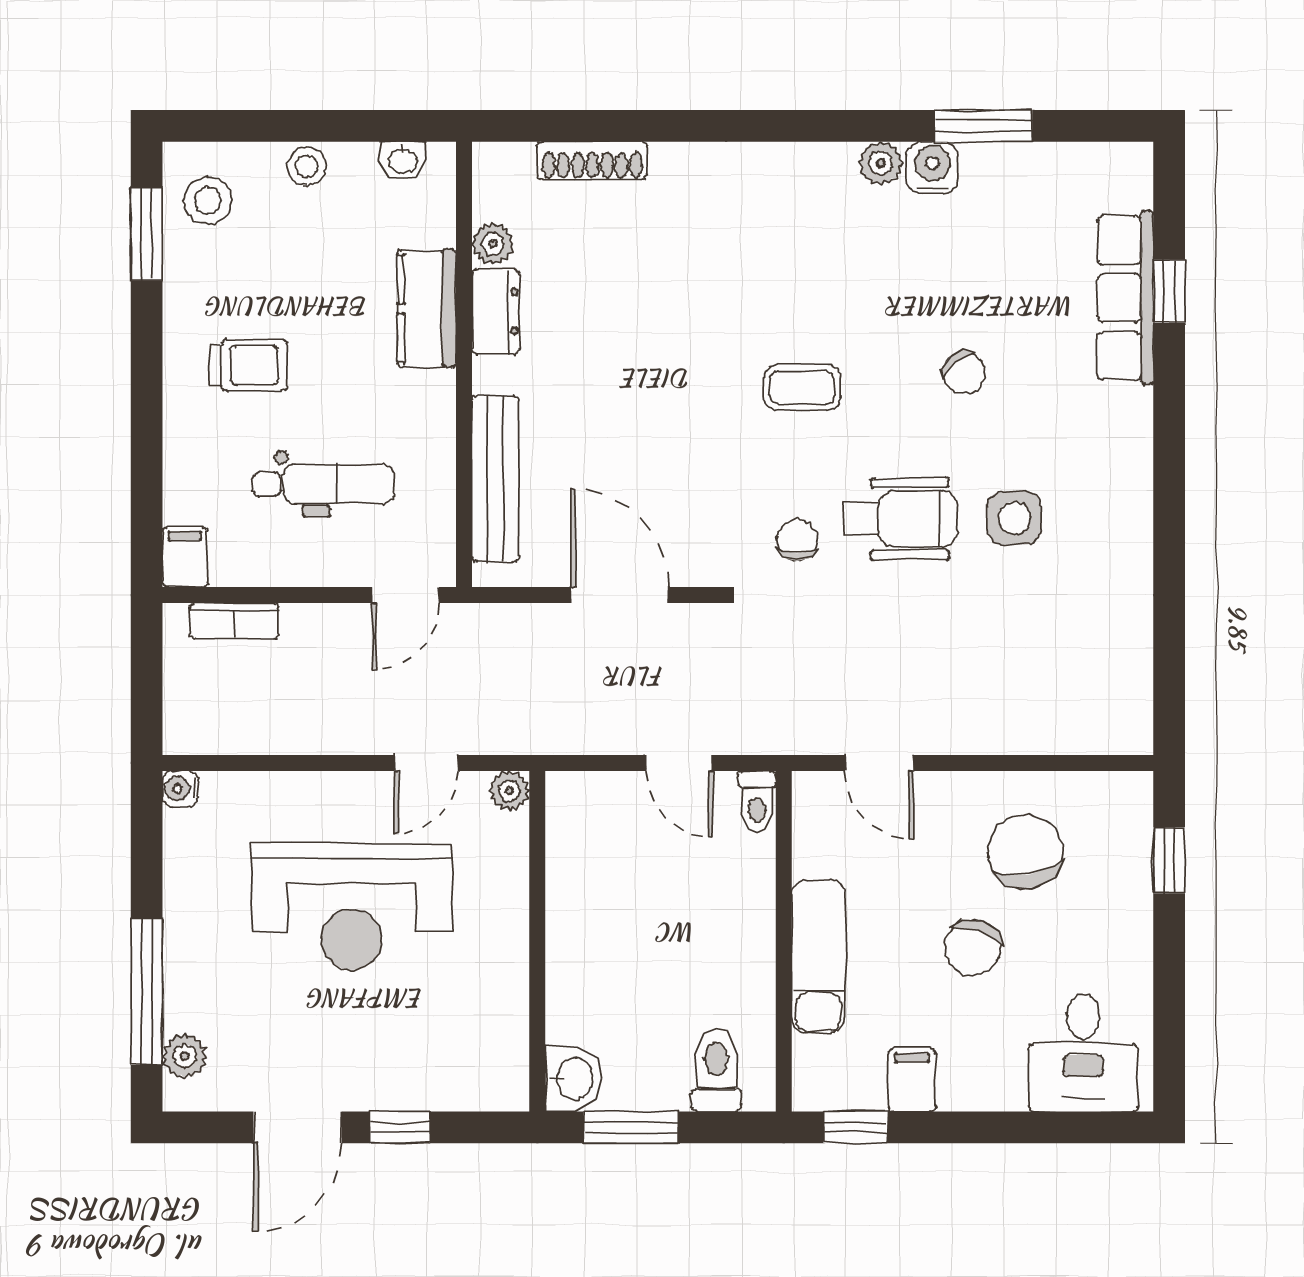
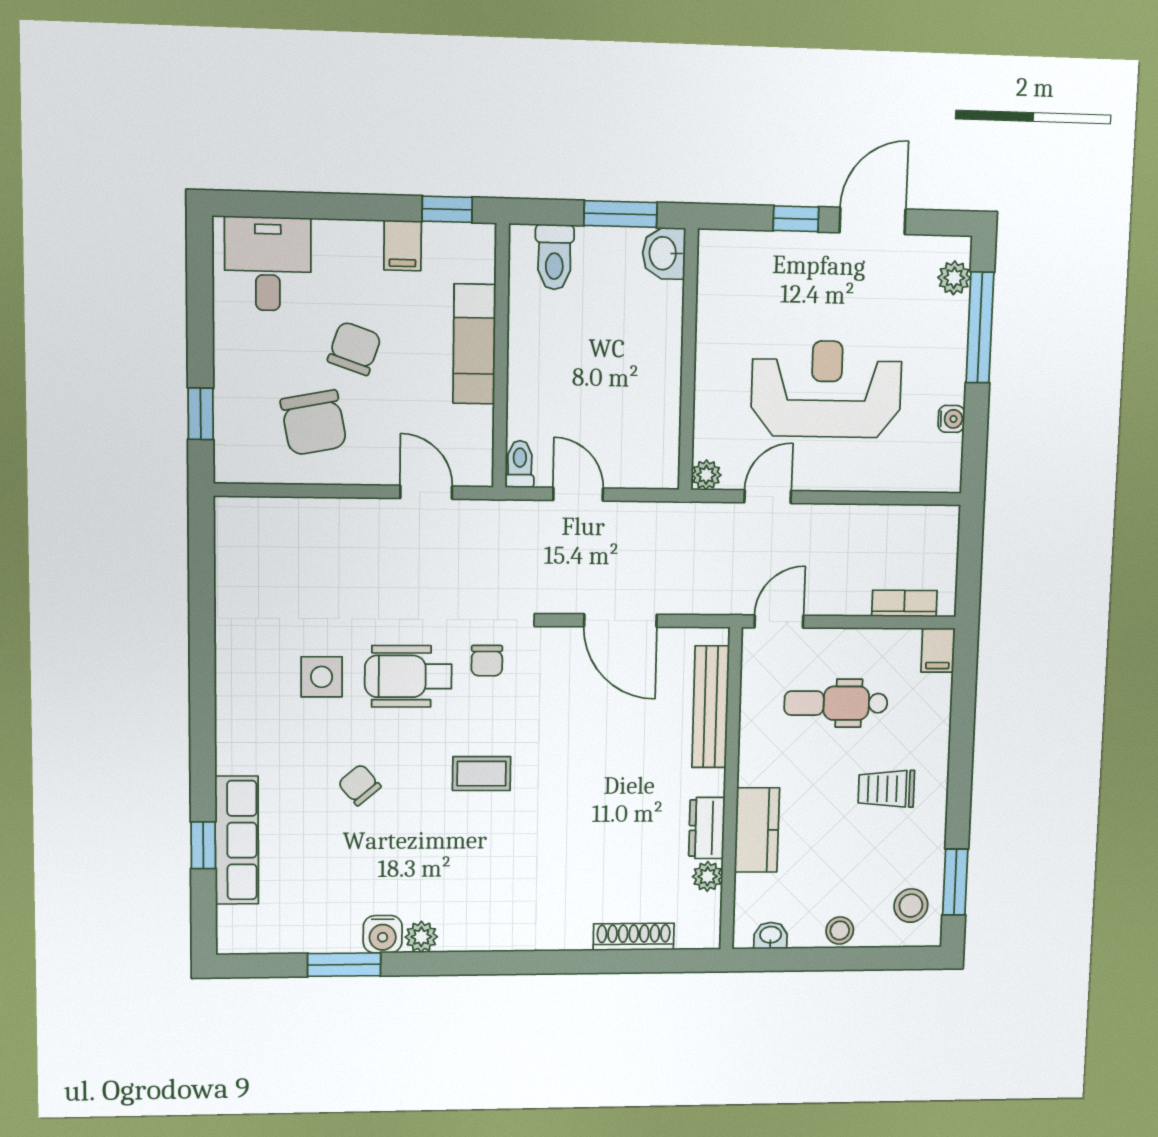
water cooler: (180, 789) -> (951, 419), moved

